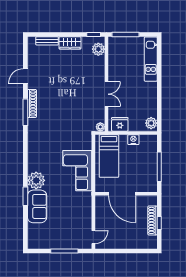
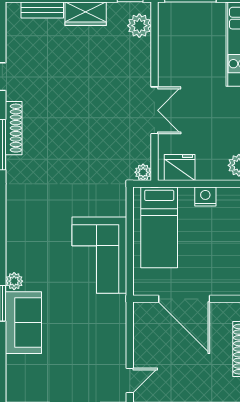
plant: (36, 180) -> (14, 281), width x0.53, depth x0.53

